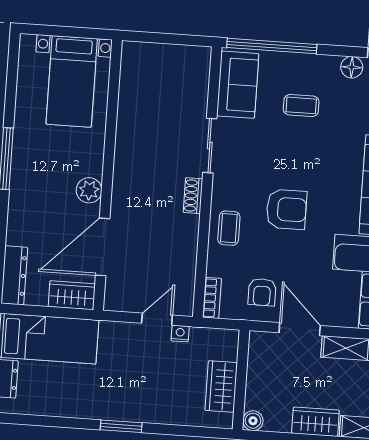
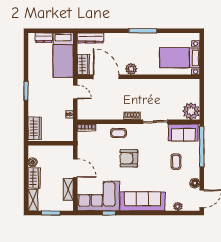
plant: (192, 64) -> (191, 111), added
armchair: (286, 209) -> (129, 158), turned 90
armchair: (262, 292) -> (91, 150), removed
door: (157, 319) -> (75, 92), moved
door: (300, 329) -> (75, 168), hinge flipped
wardrobe: (221, 386) -> (35, 128), moved, turned 90
boiler: (253, 421) -> (33, 162), moved

